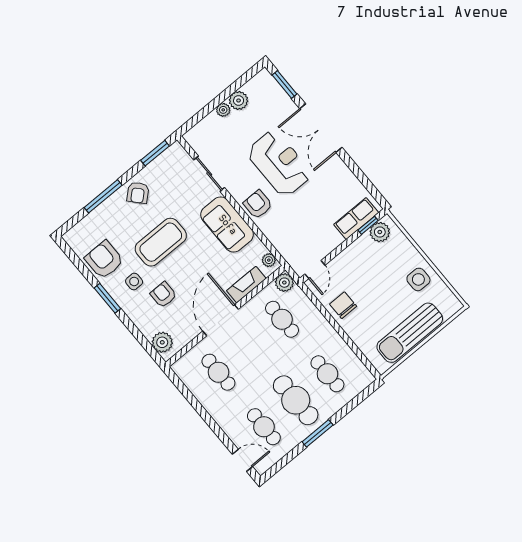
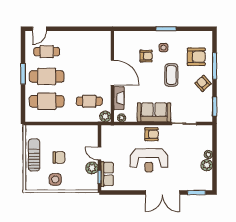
double door: (321, 128) -> (162, 193), swing flipped
reception desk: (279, 163) -> (149, 160), moved
plant: (380, 232) -> (92, 168), moved
coffee table: (161, 242) -> (171, 75), width x0.73, depth x0.76
armchair: (104, 260) -> (196, 57), moved
door: (315, 270) -> (100, 154), moved
chair: (343, 305) -> (59, 157), moved
sun lounger: (410, 333) -> (34, 155), width x0.73, depth x0.75
plant: (162, 342) -> (125, 37), removed
cafe table: (218, 372) -> (89, 52), removed
cafe table: (327, 374) -> (47, 101), width x1.37, depth x1.35

